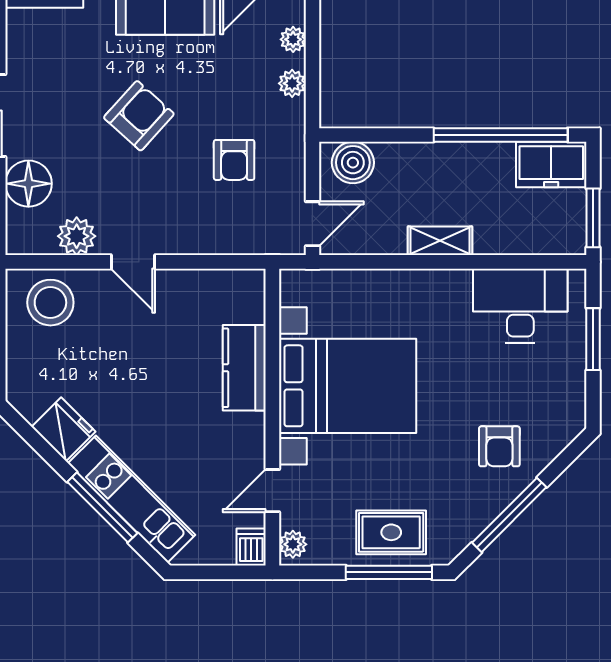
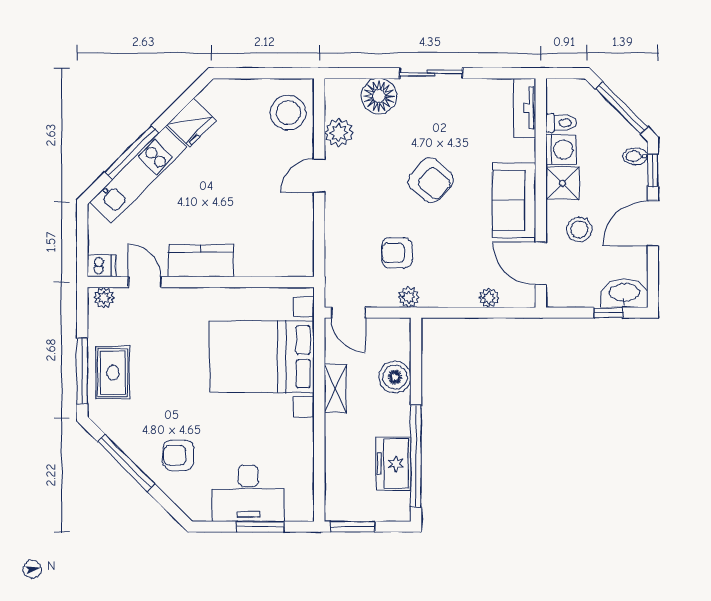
plant: (292, 83) -> (409, 297), moved
boiler: (353, 163) -> (395, 377), moved
freezer: (551, 165) -> (393, 464), moved
shelving: (440, 241) -> (335, 389), moved
desk: (520, 306) -> (248, 493), moved, turned 90
kitchen counter: (244, 368) -> (201, 261), moved
bed with nightstands: (348, 386) -> (262, 357), moved, turned 90

